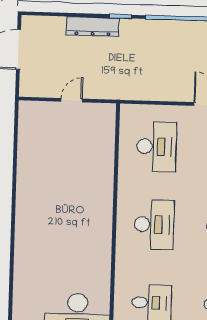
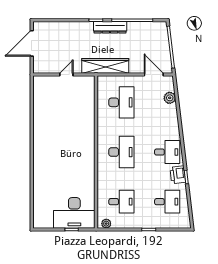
dresser: (93, 27) -> (110, 27), moved
wardrobe: (133, 88) -> (105, 66), added

